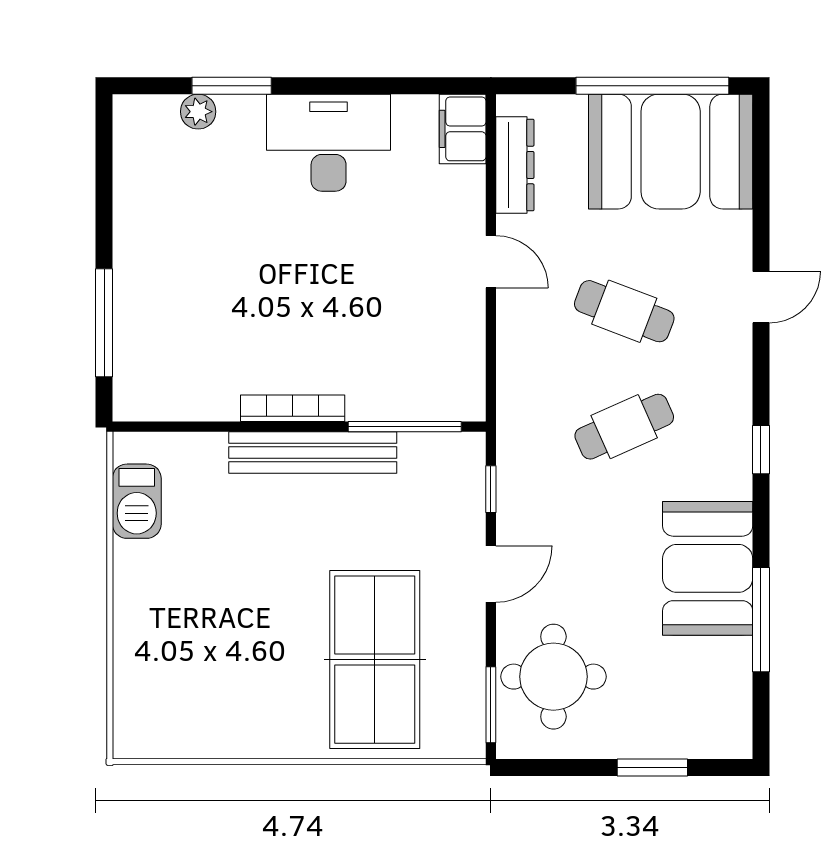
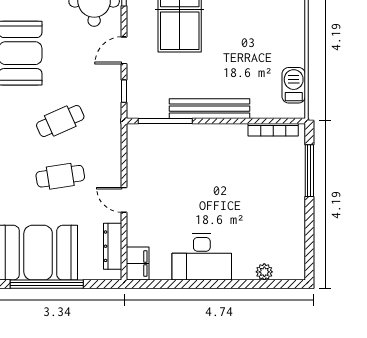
window: (232, 86) -> (248, 284), removed
cafe table: (624, 311) -> (60, 176), turned -30
bookcase: (293, 408) -> (273, 130), moved

